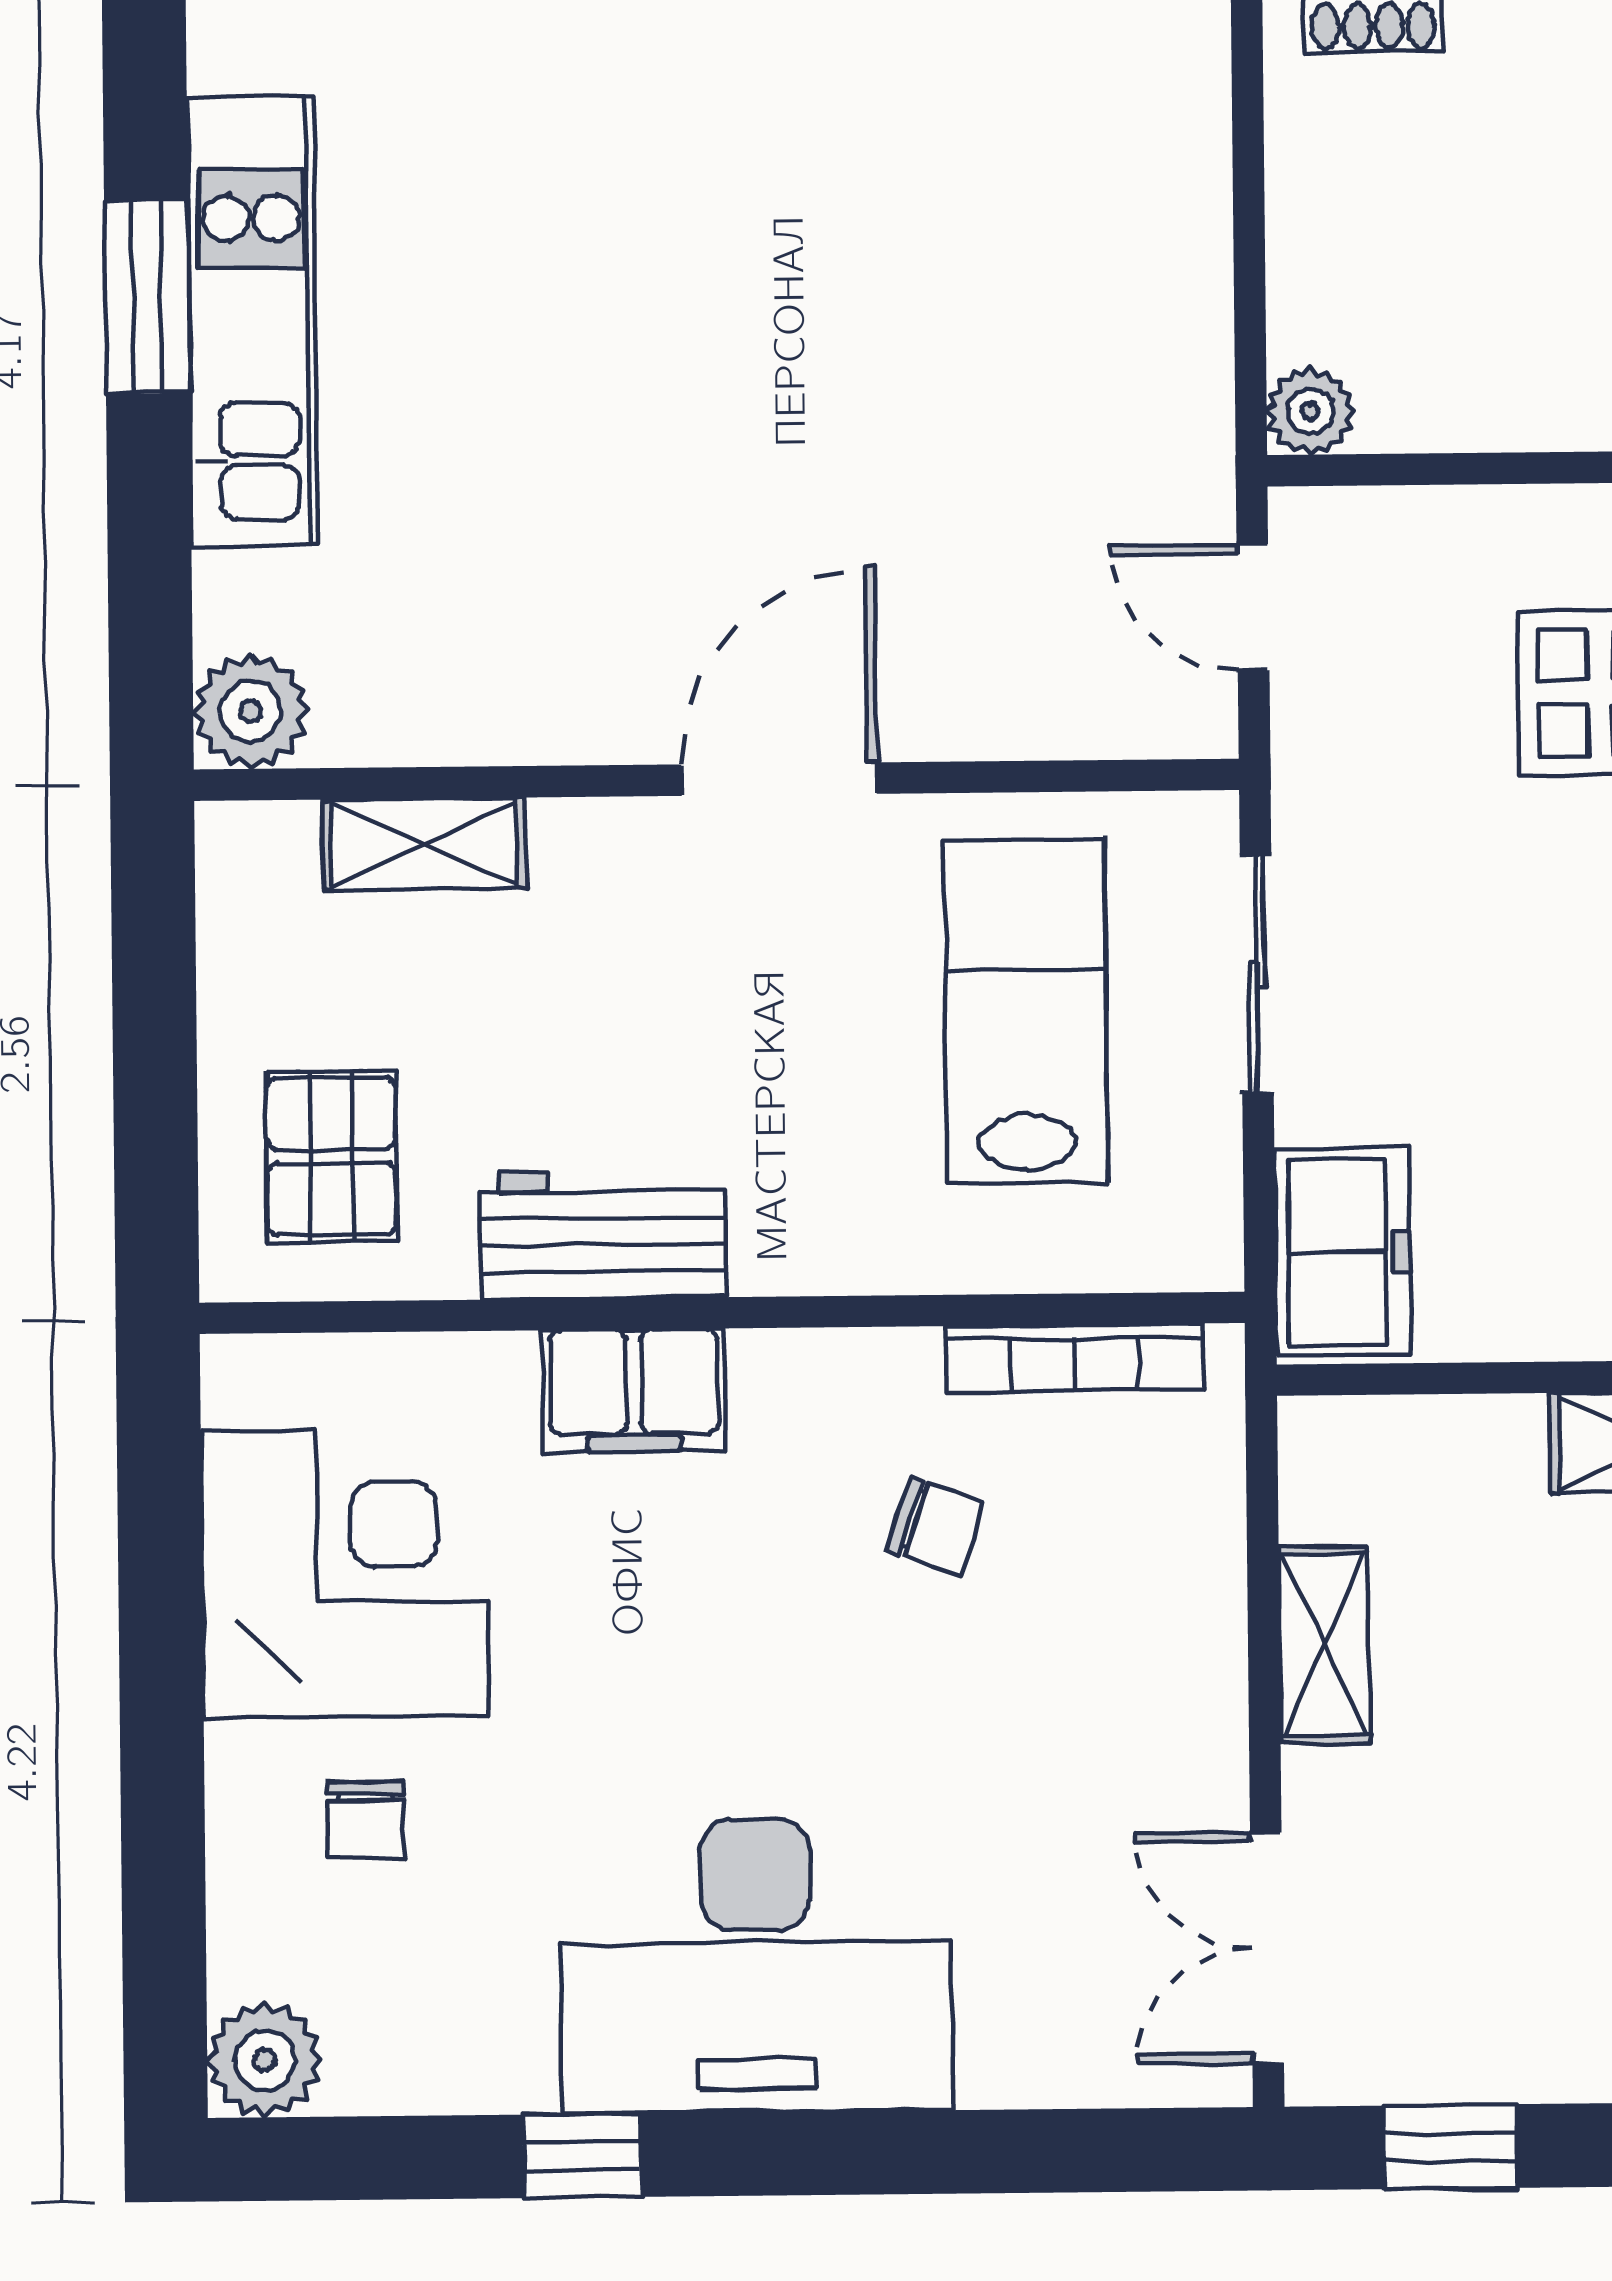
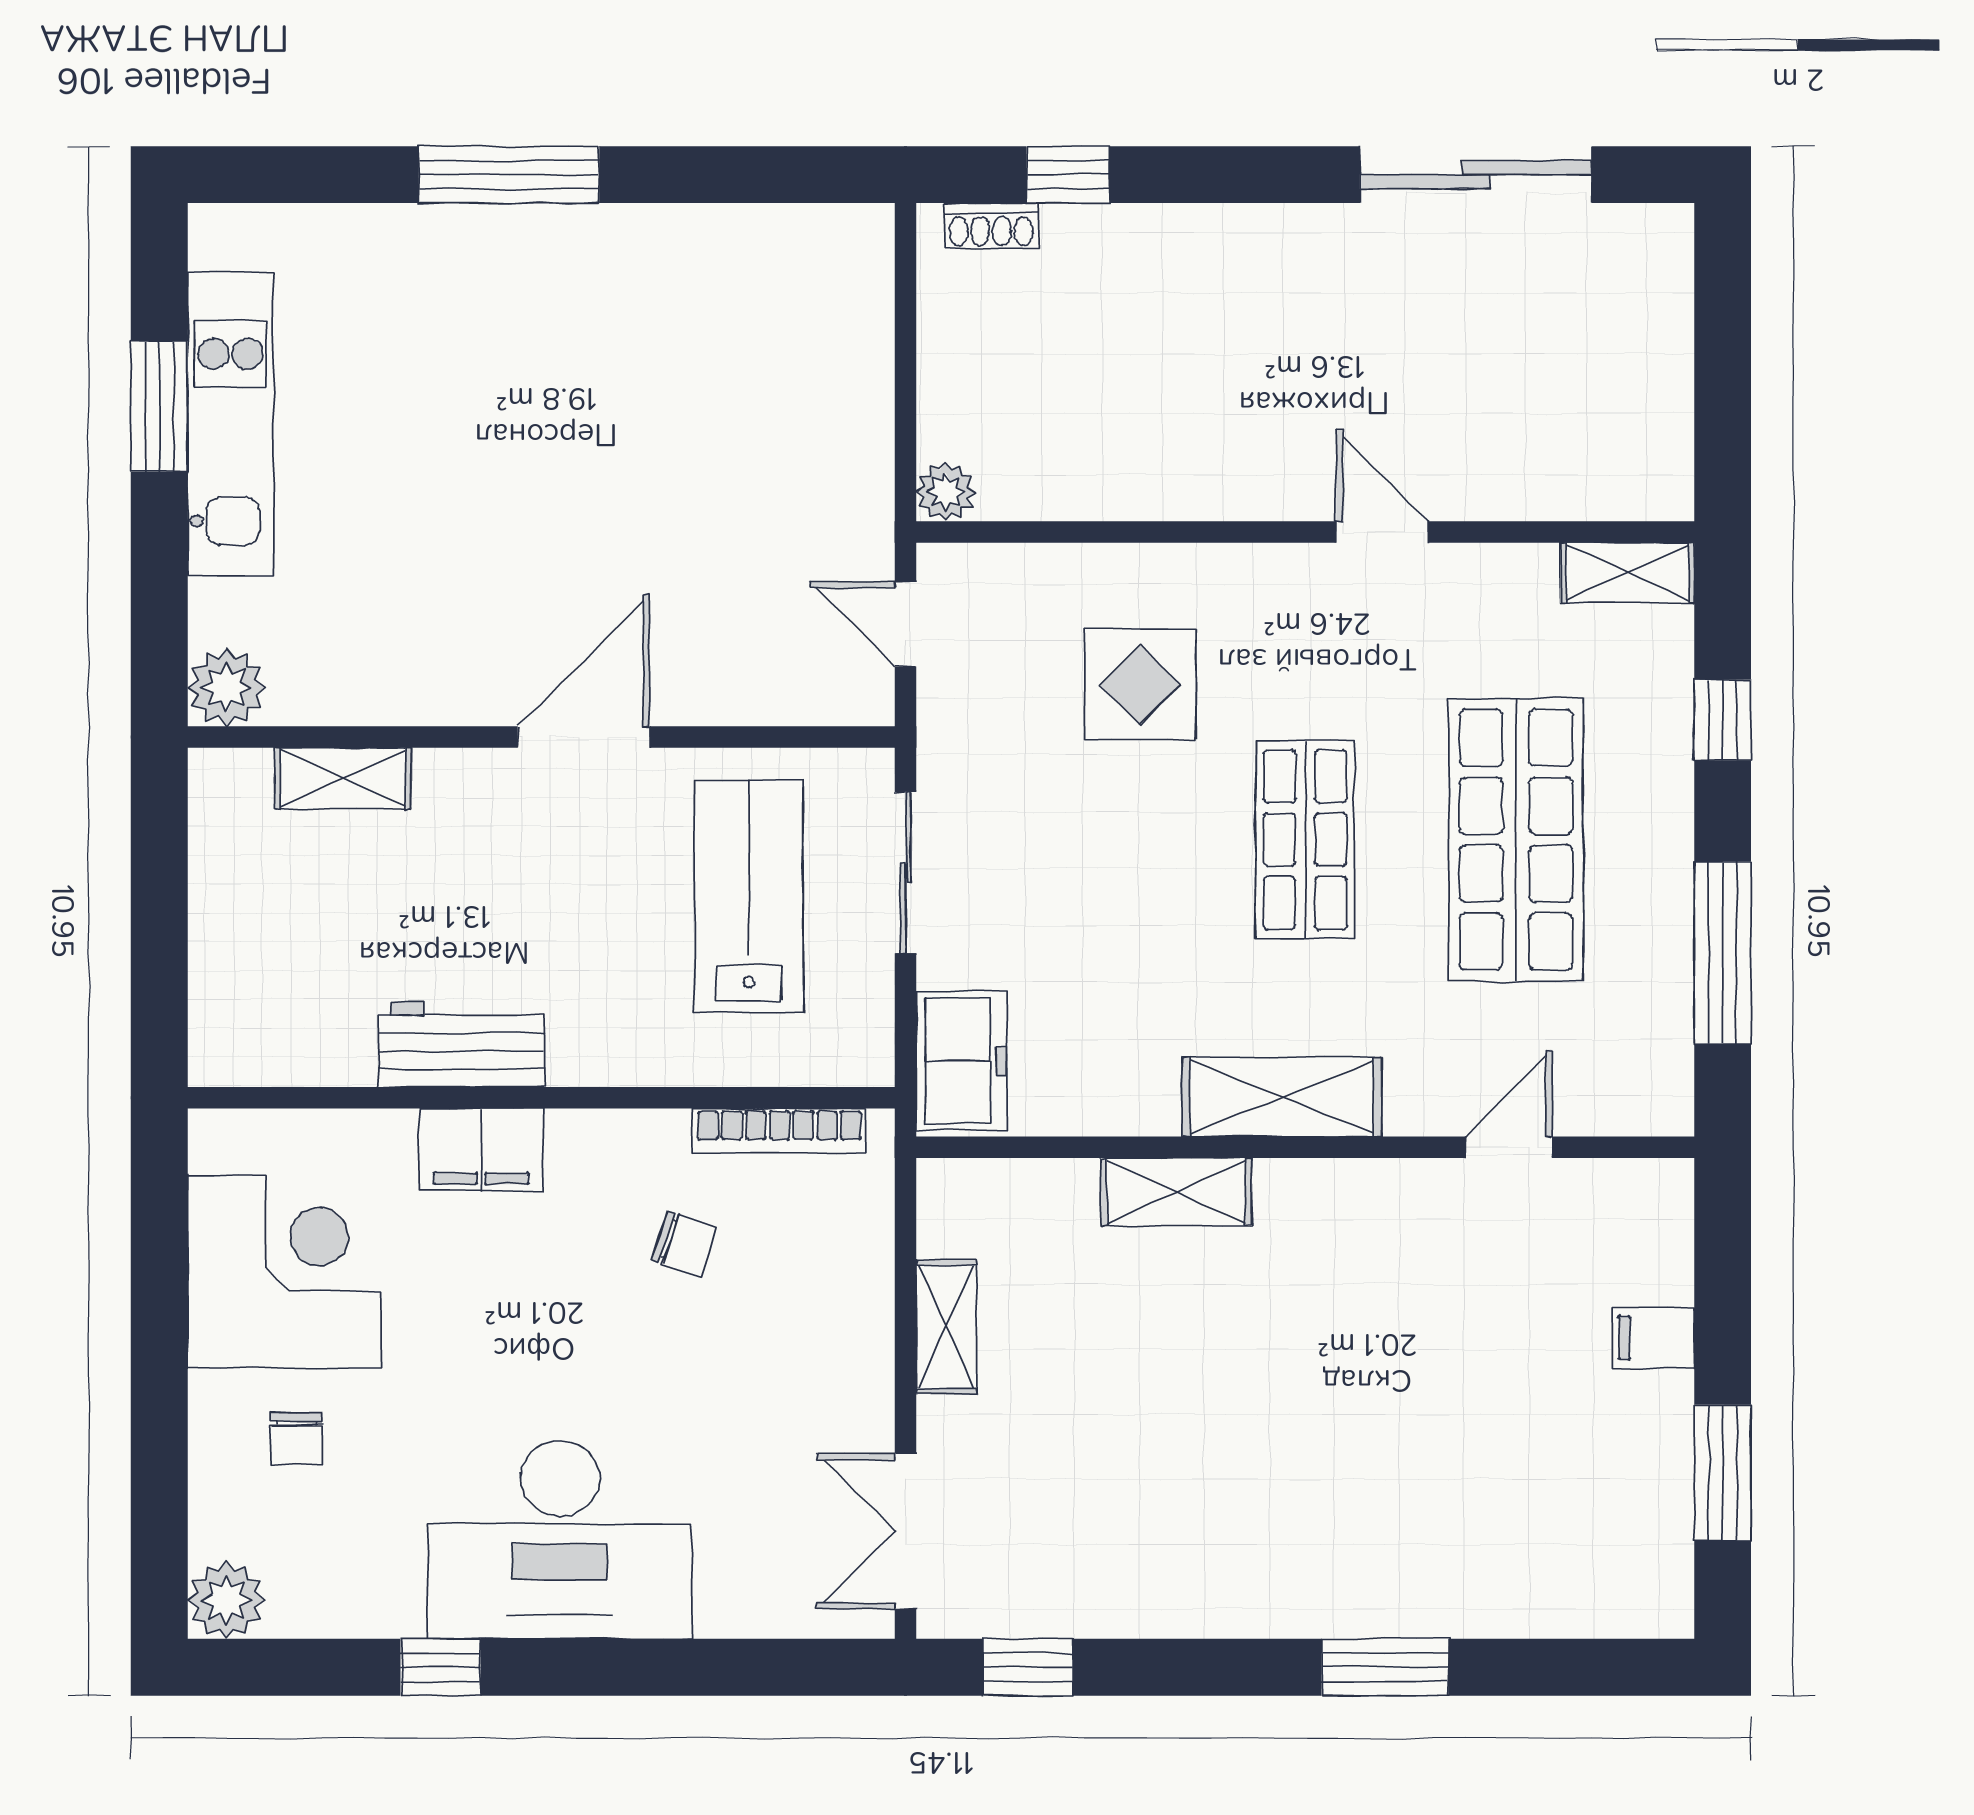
pallet: (331, 1156) -> (278, 989), removed

